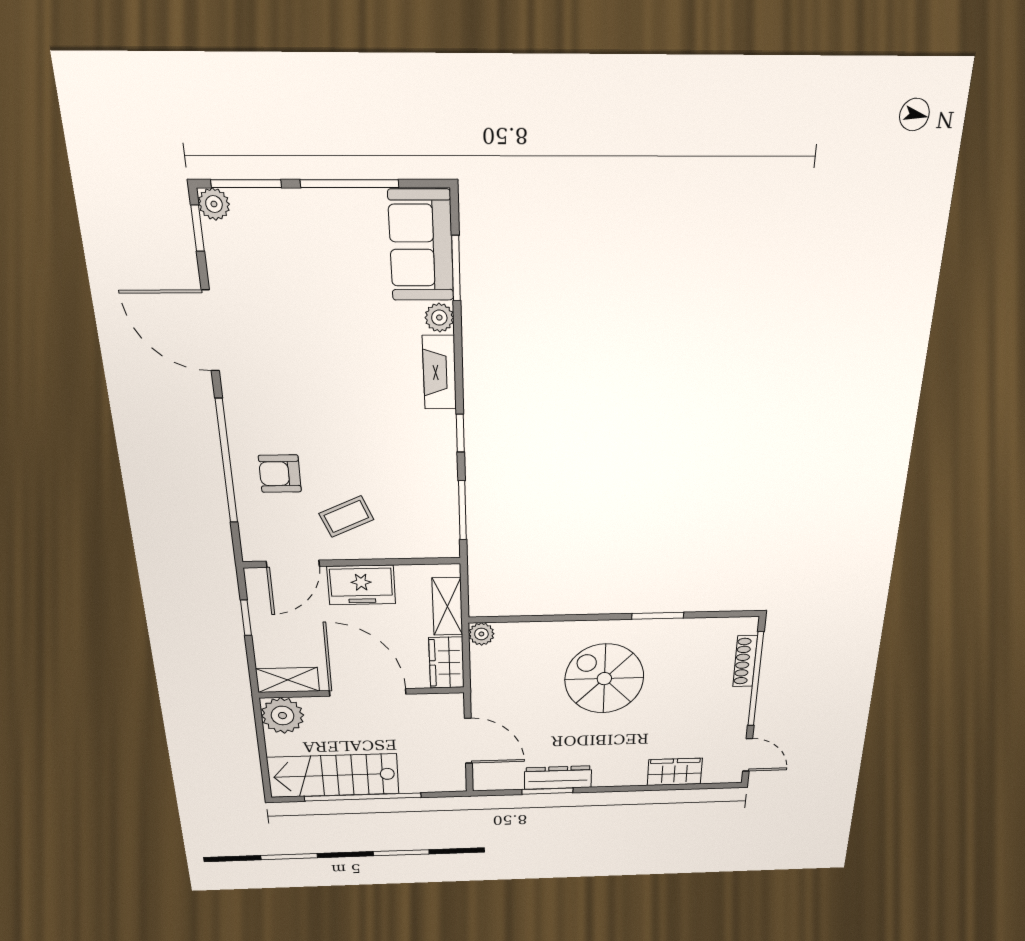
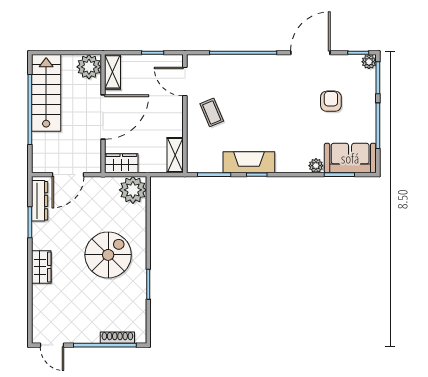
fireplace: (439, 372) -> (249, 162), moved, width x1.37, depth x1.32
armchair: (280, 474) -> (331, 101), moved
freezer: (361, 585) -> (171, 118), removed
shelving: (447, 606) -> (175, 155), moved, turned 90
plant: (481, 634) -> (133, 190), width x1.88, depth x1.88
door: (748, 755) -> (52, 345), hinge flipped
wardrobe: (675, 772) -> (41, 267), moved
dresser: (558, 778) -> (40, 201), moved

